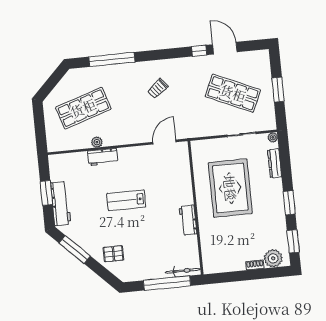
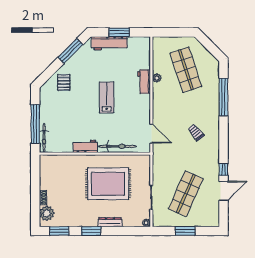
dresser: (275, 163) -> (110, 222), moved
bicycle: (184, 182) -> (117, 146), added

